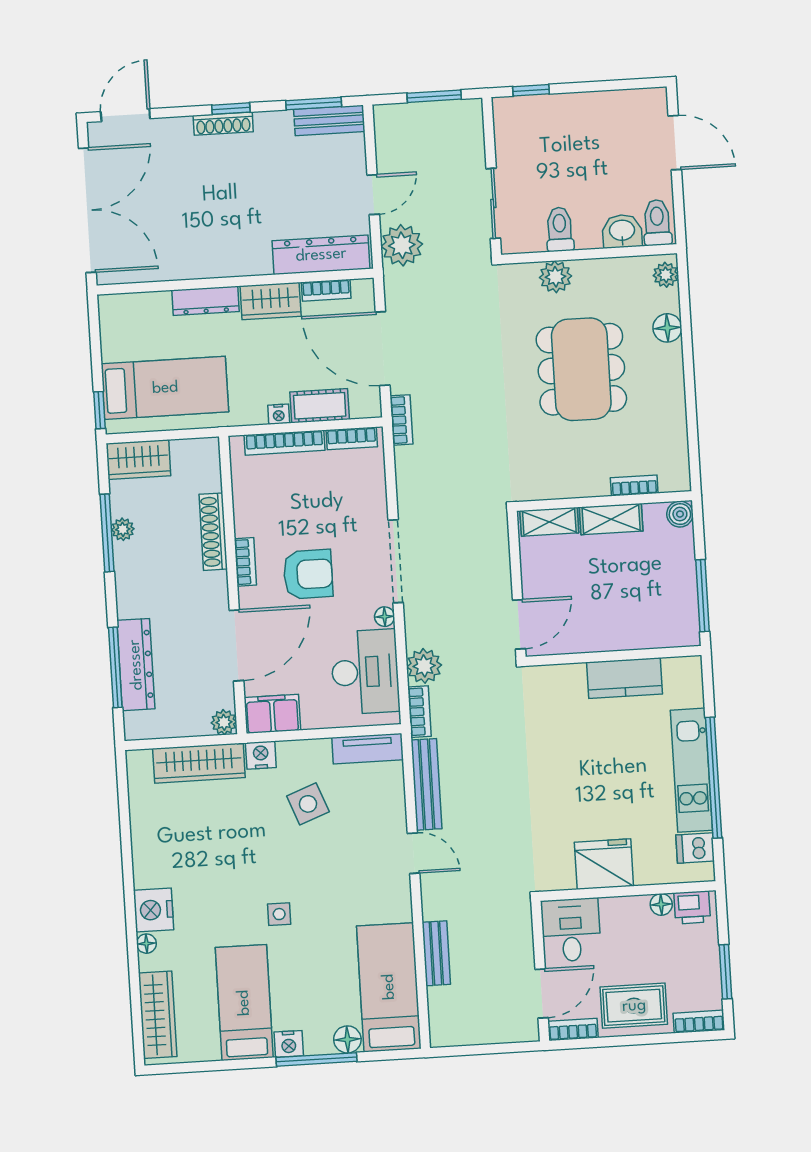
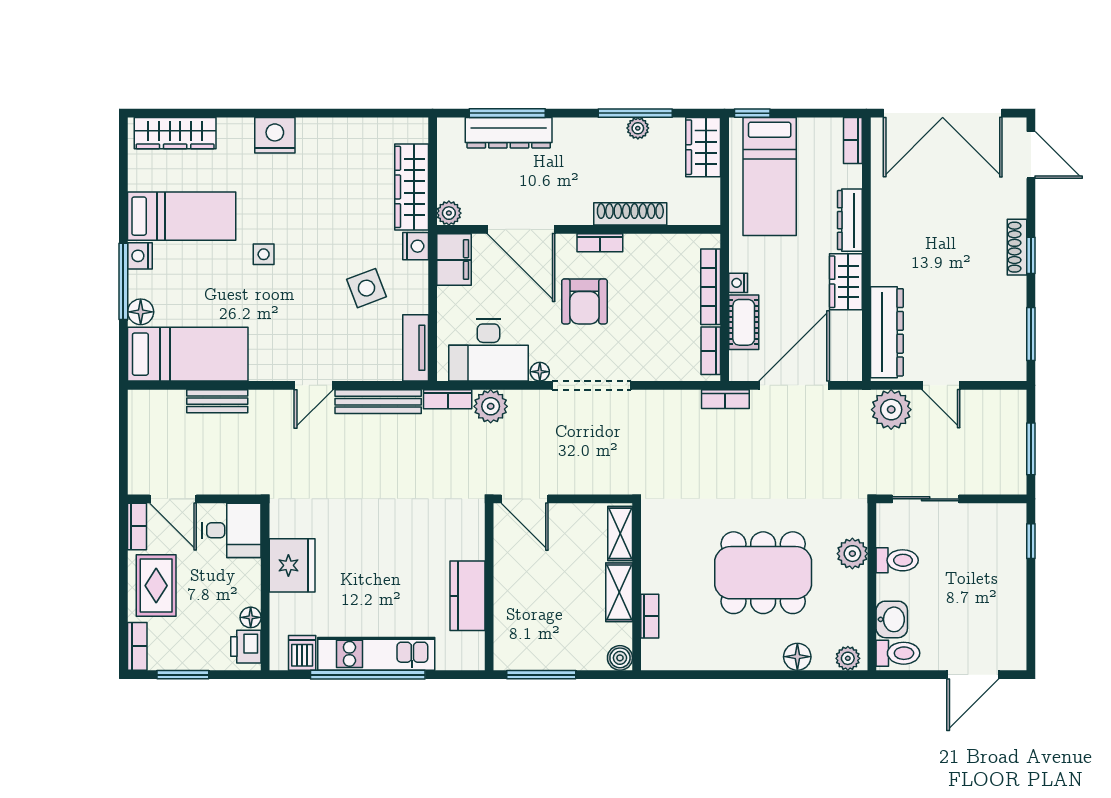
bench: (329, 120) -> (1014, 348), removed
bookcase: (326, 290) -> (853, 140), moved
floor lamp: (146, 944) -> (243, 127), removed

